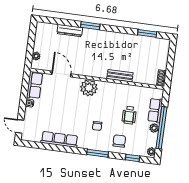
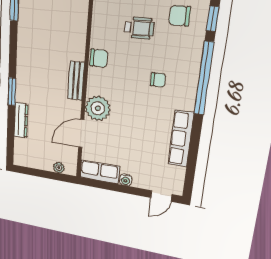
bench: (120, 76) -> (76, 81), moved
plant: (89, 88) -> (98, 108), moved
chair: (112, 89) -> (99, 58), added
chair: (119, 141) -> (180, 16), moved
window: (98, 153) -> (204, 78), width x2.11

